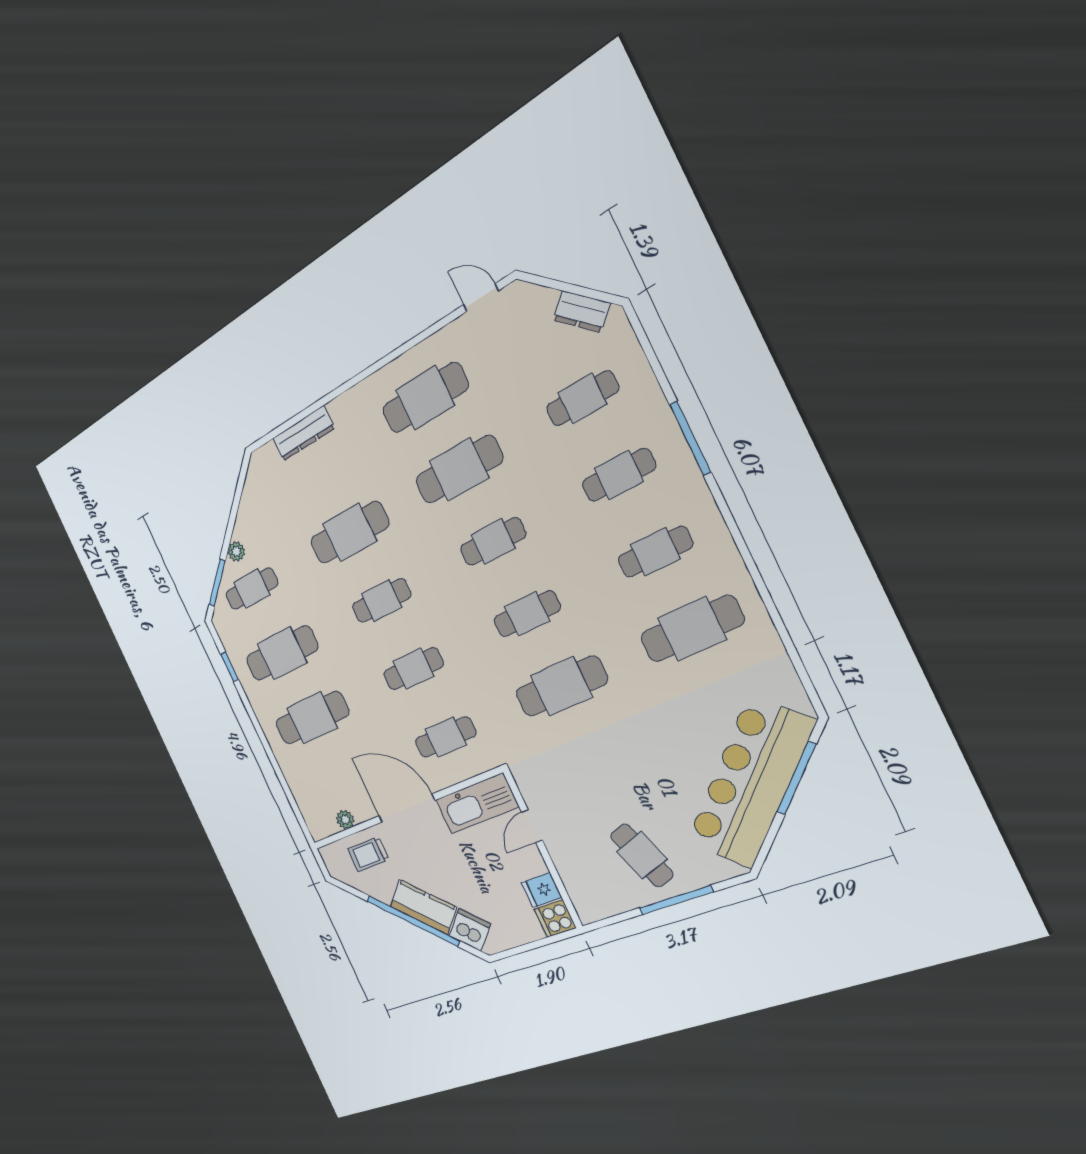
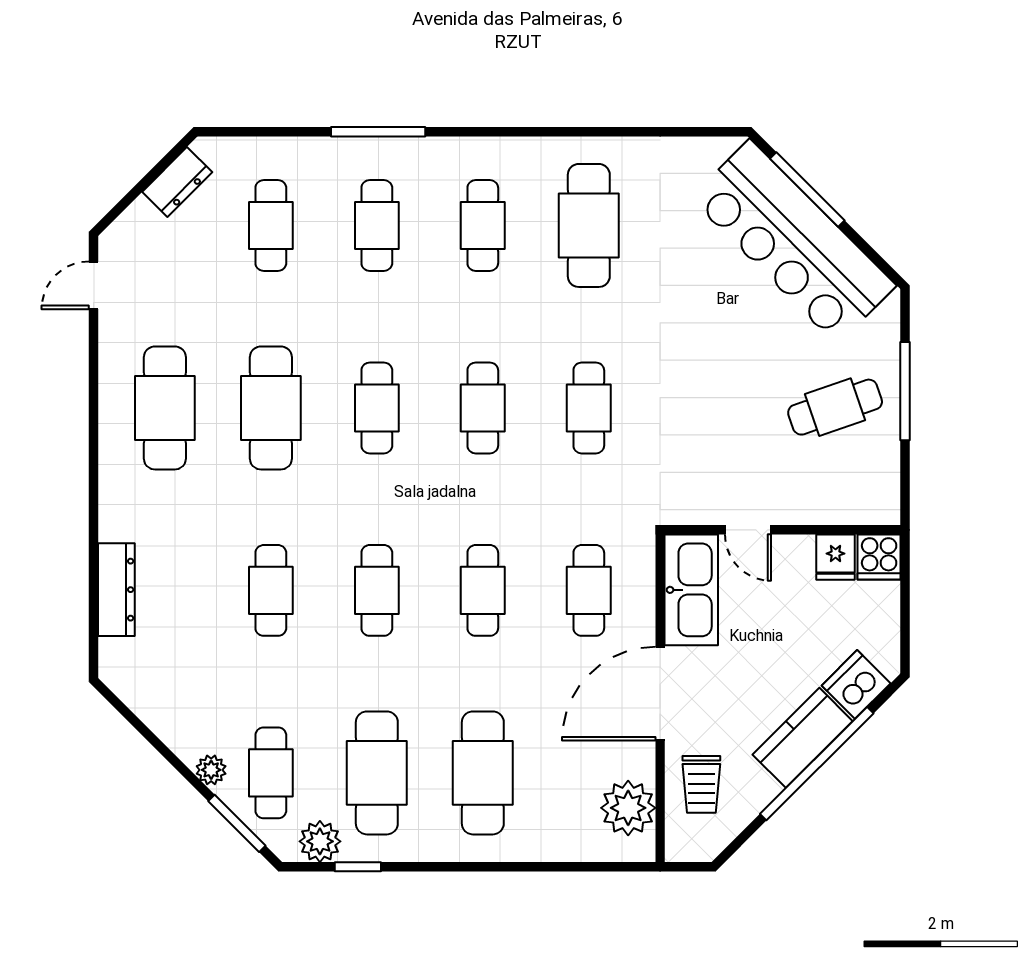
cafe table: (349, 532) -> (271, 590), width x0.73, depth x0.74
plant: (231, 638) -> (320, 841), added
cafe table: (561, 686) -> (589, 408), width x0.73, depth x0.74
plant: (345, 820) -> (628, 808), width x1.88, depth x1.88

